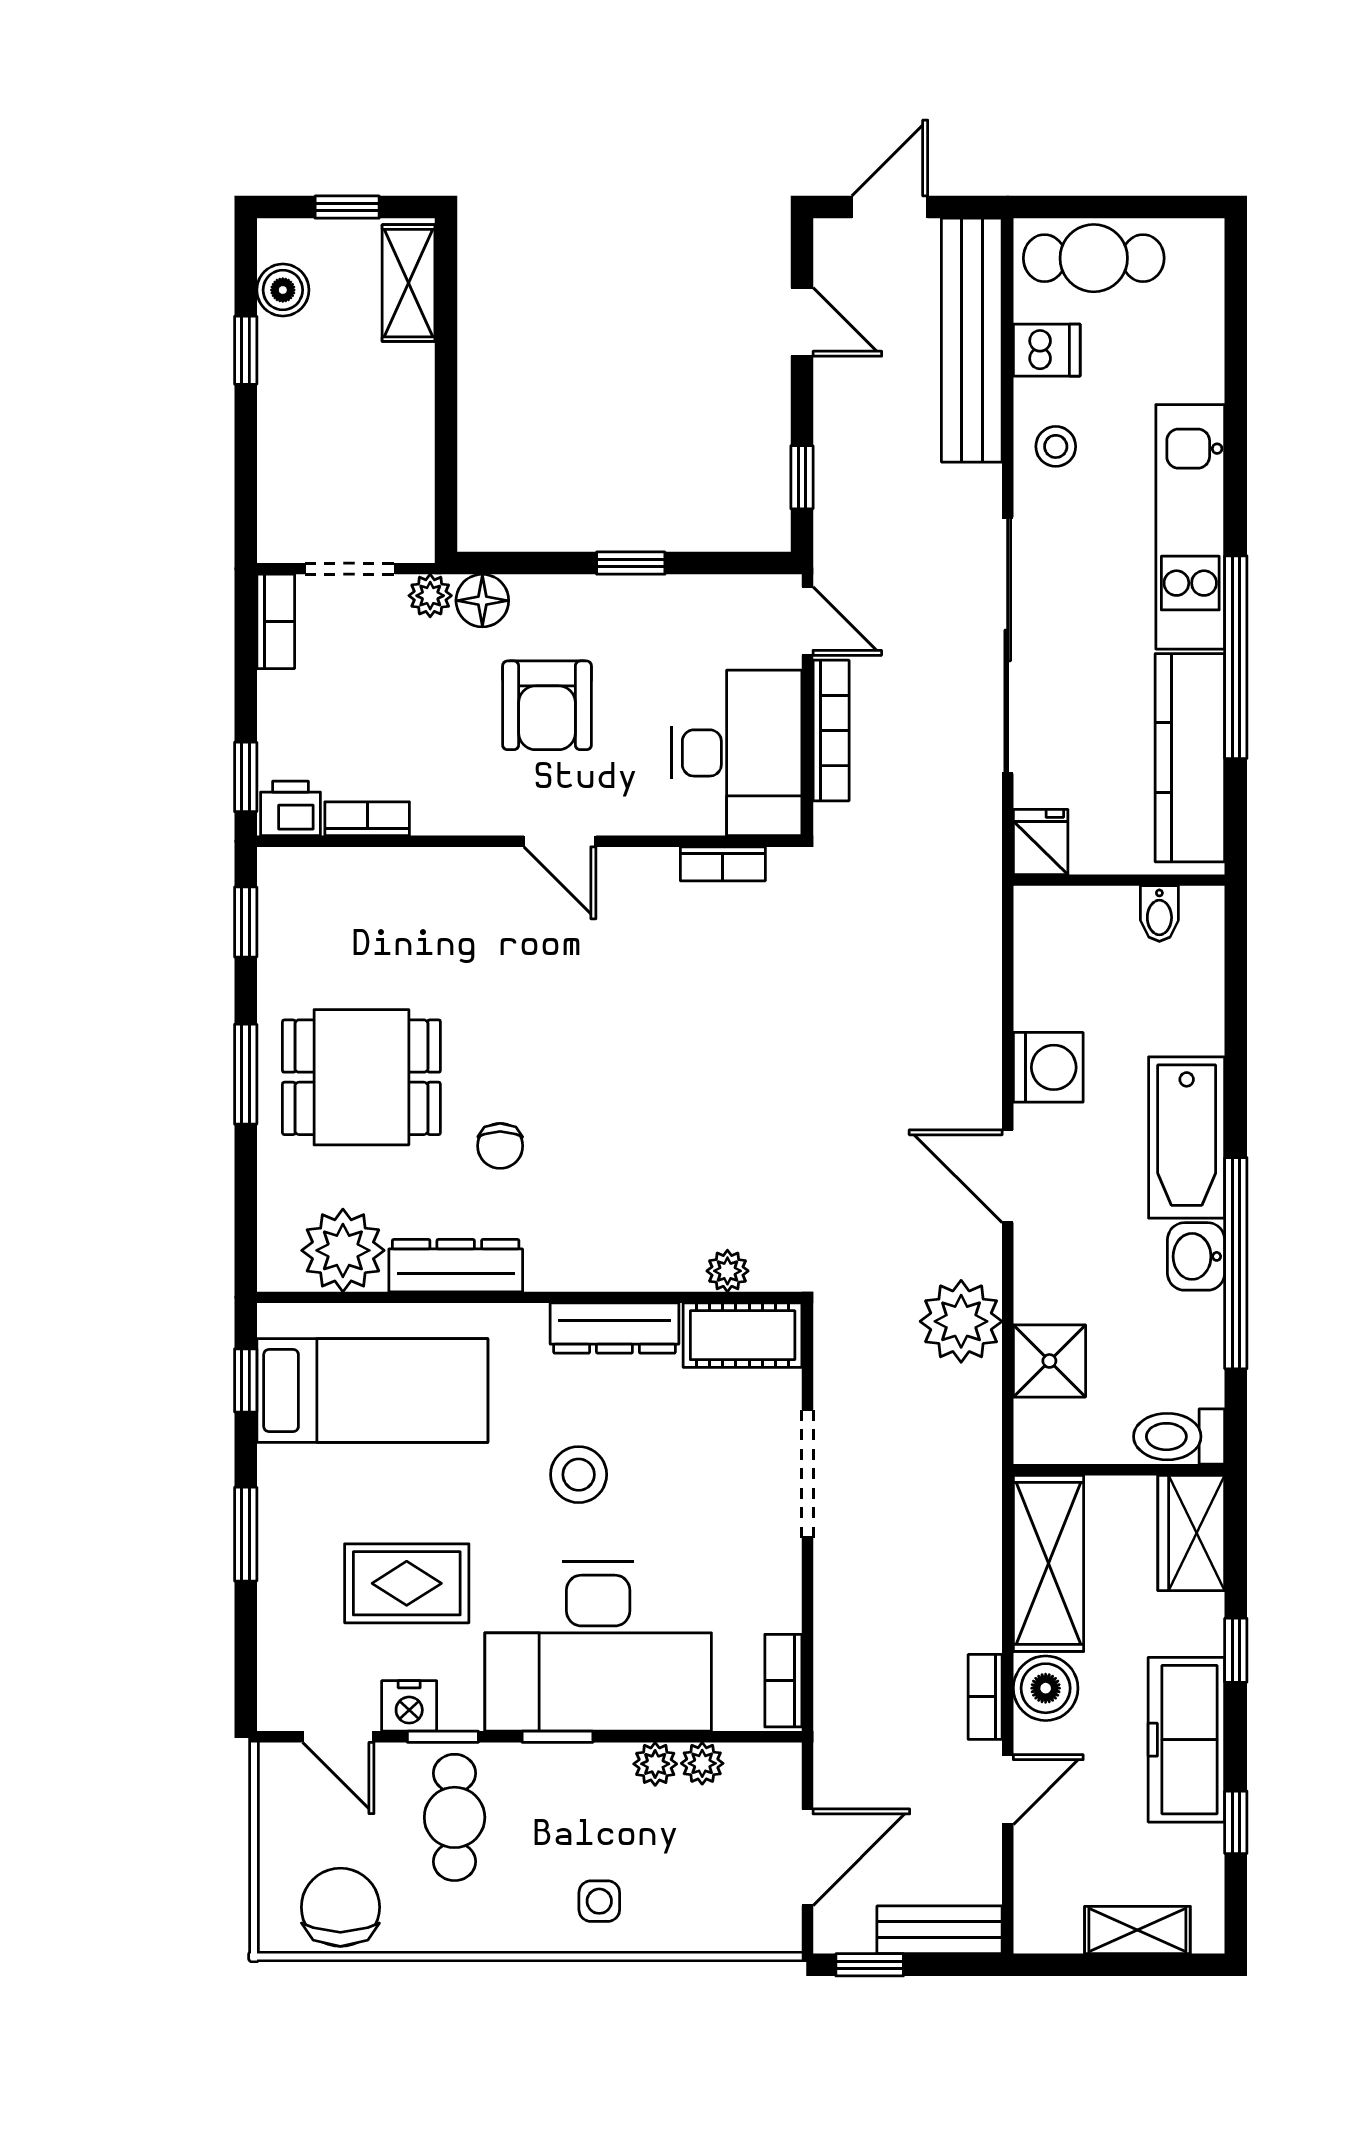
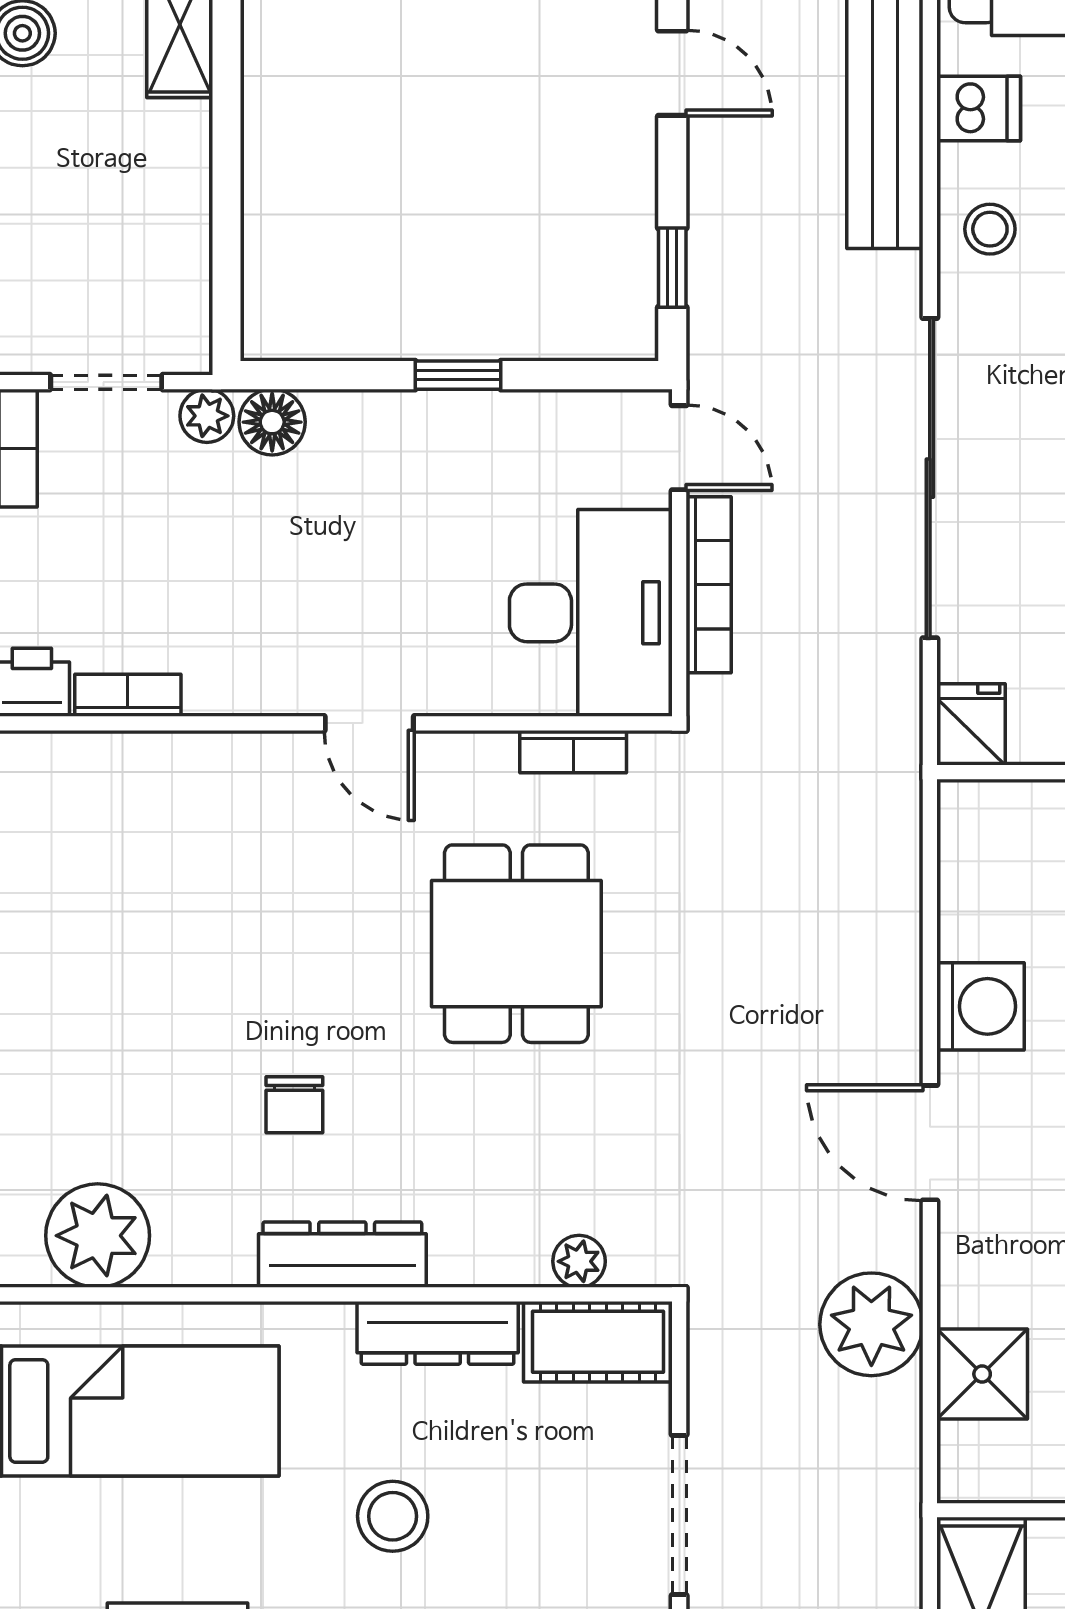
armchair: (547, 705) -> (353, 553), removed
dining table: (361, 1077) -> (516, 944), moved, turned 90
dresser: (456, 1266) -> (342, 1255), moved

